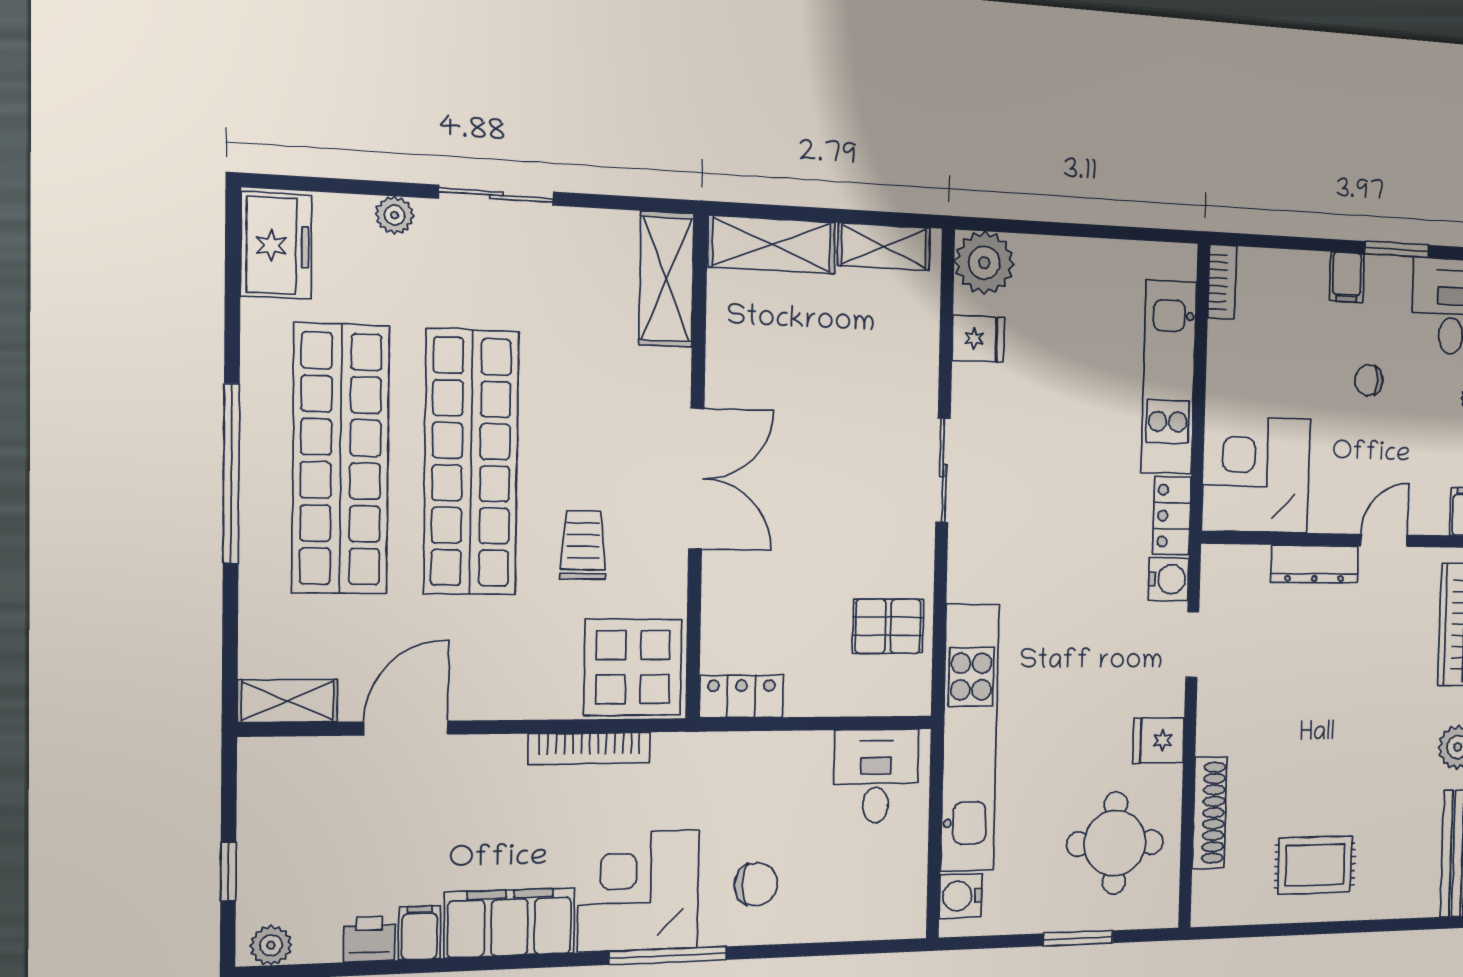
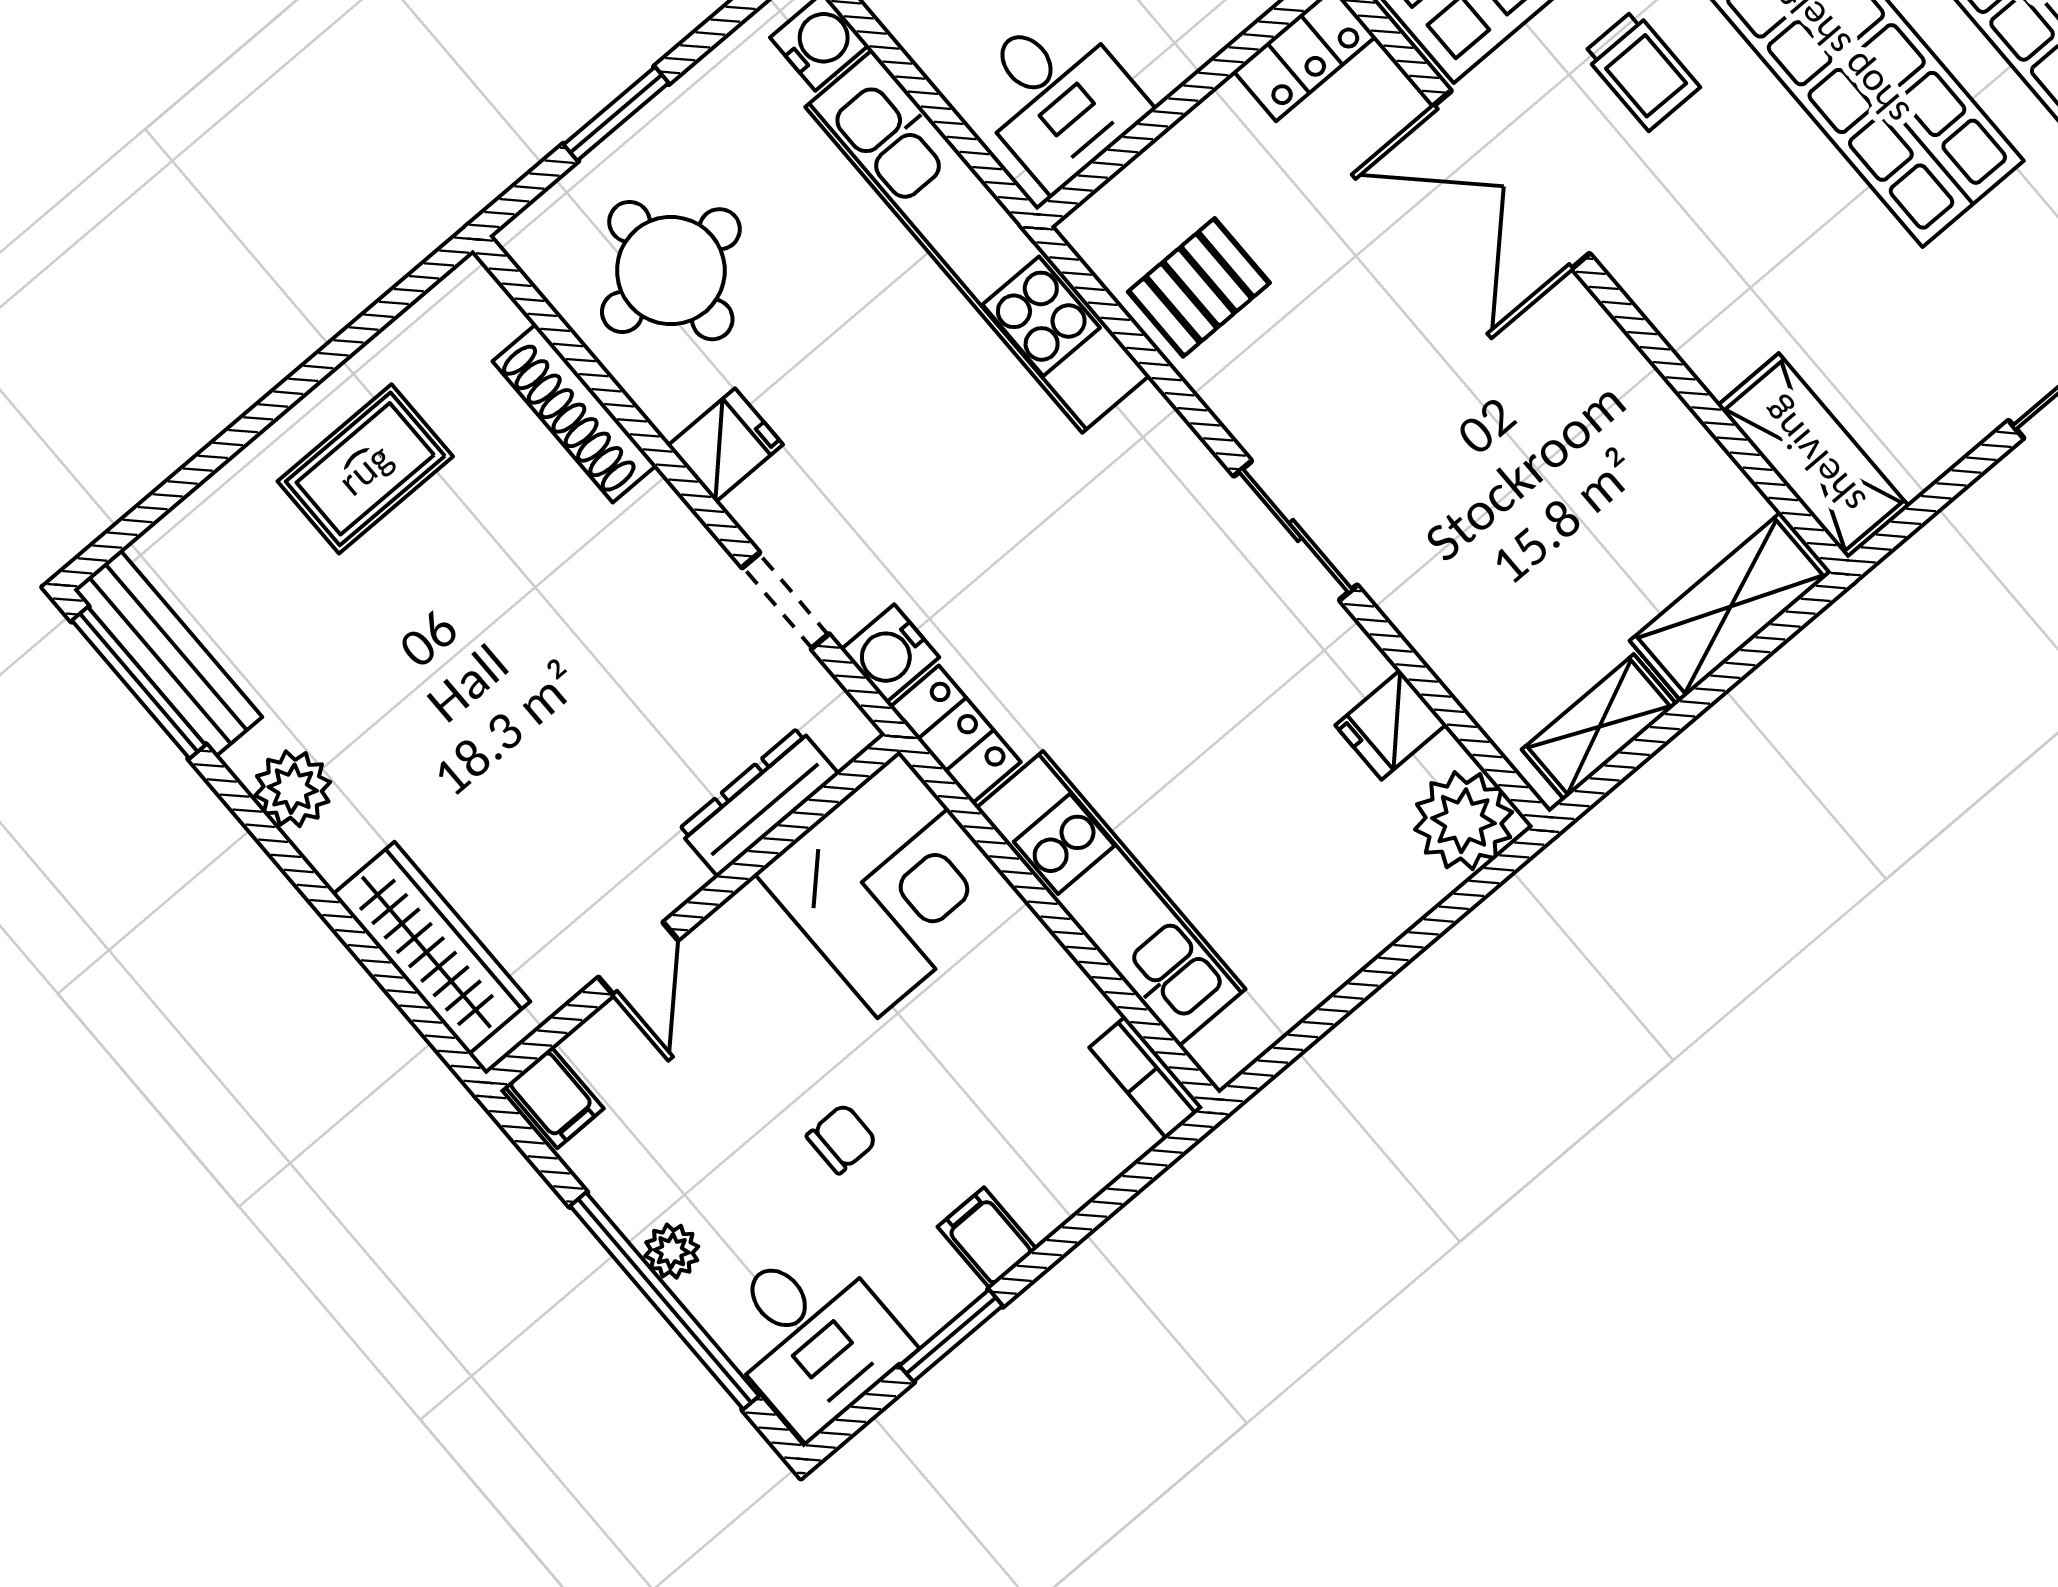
double door: (696, 479) -> (1512, 180), moved
dresser: (1315, 564) -> (758, 802), moved

